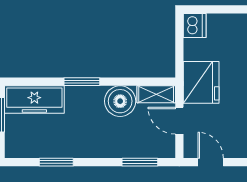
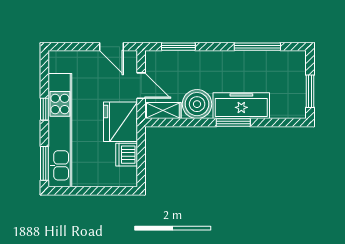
dishwasher: (195, 26) -> (127, 155), moved
freezer: (34, 100) -> (241, 106), moved
window: (56, 162) -> (257, 47), width x1.44

